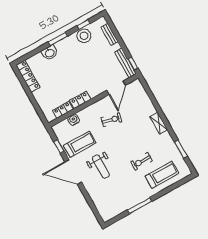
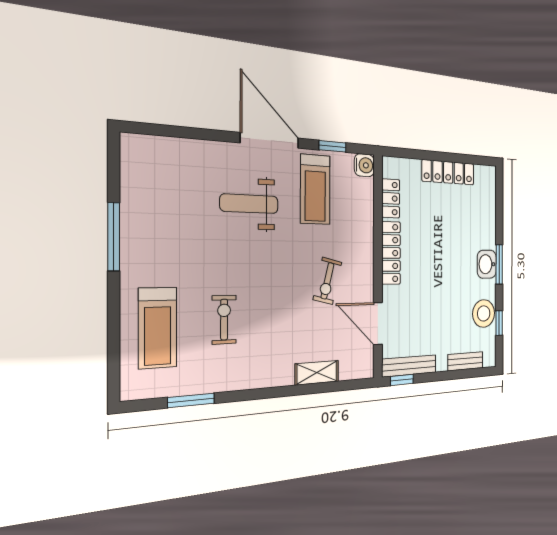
washbasin: (50, 53) -> (487, 264), moved
locker: (28, 76) -> (448, 172), moved
locker: (80, 100) -> (391, 253), width x1.53
water cooler: (74, 120) -> (364, 165), moved
shelving: (159, 123) -> (317, 373), moved
exercise bike: (142, 161) -> (224, 320), moved
door: (73, 172) -> (270, 140), hinge flipped

